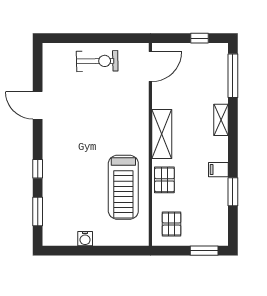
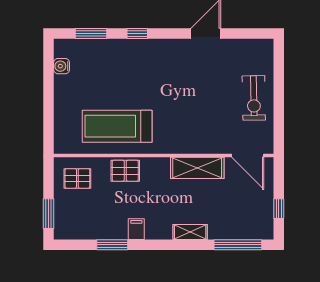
shelving: (162, 134) -> (197, 168), moved
water cooler: (85, 239) -> (62, 66), moved

